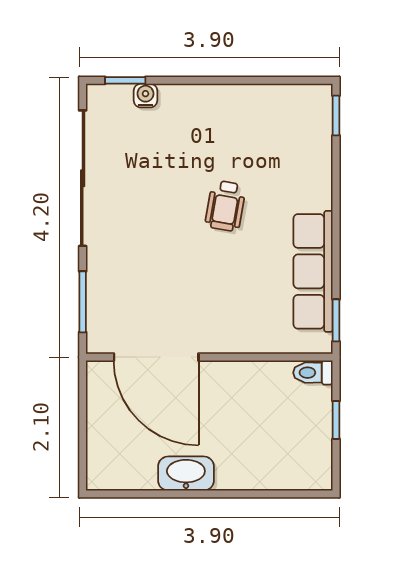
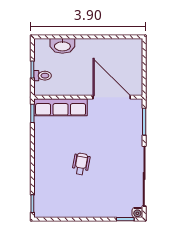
water cooler: (145, 96) -> (137, 212), moved
row of seats: (313, 271) -> (61, 107), moved, turned 90
toilet: (313, 373) -> (43, 76), moved
washbasin: (186, 473) -> (62, 46), moved

